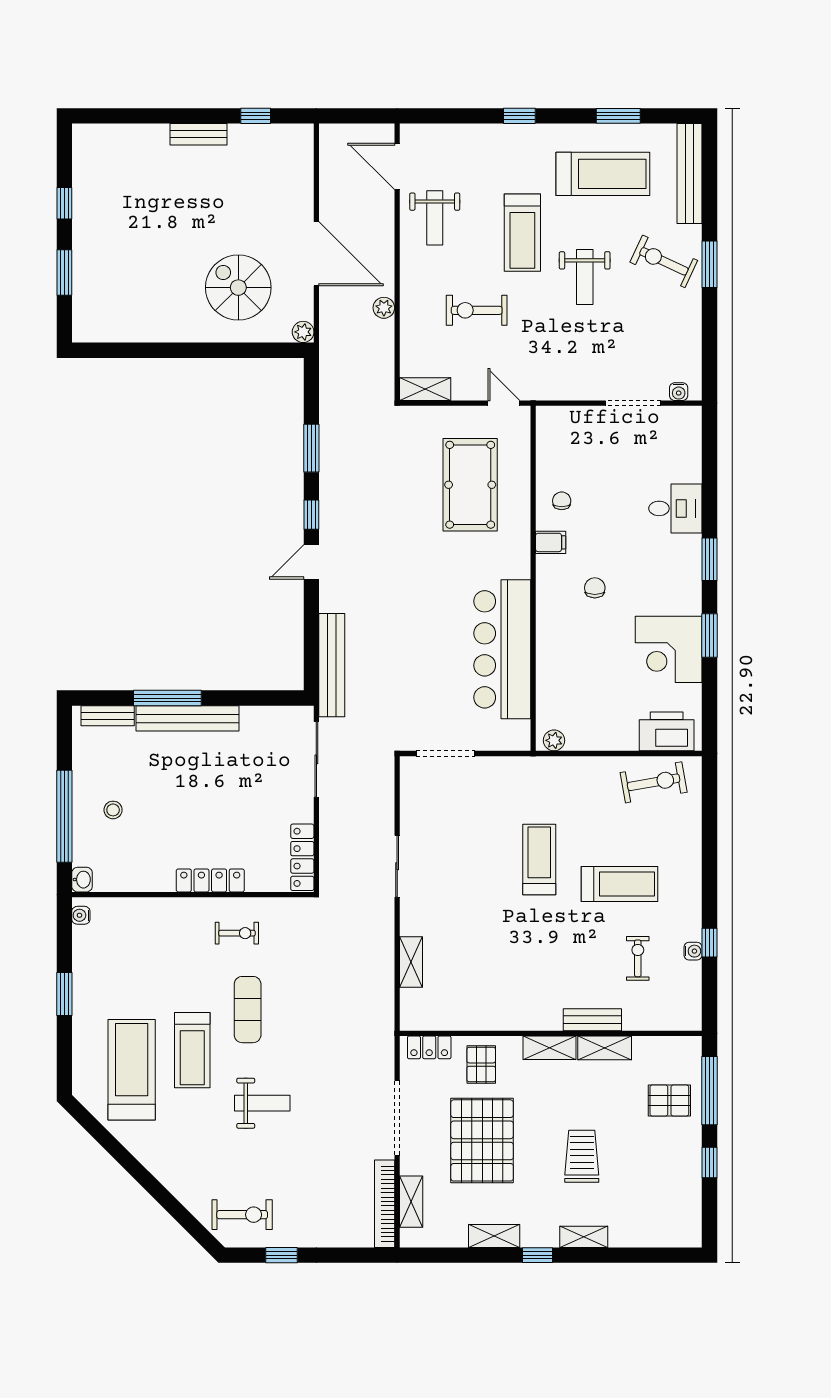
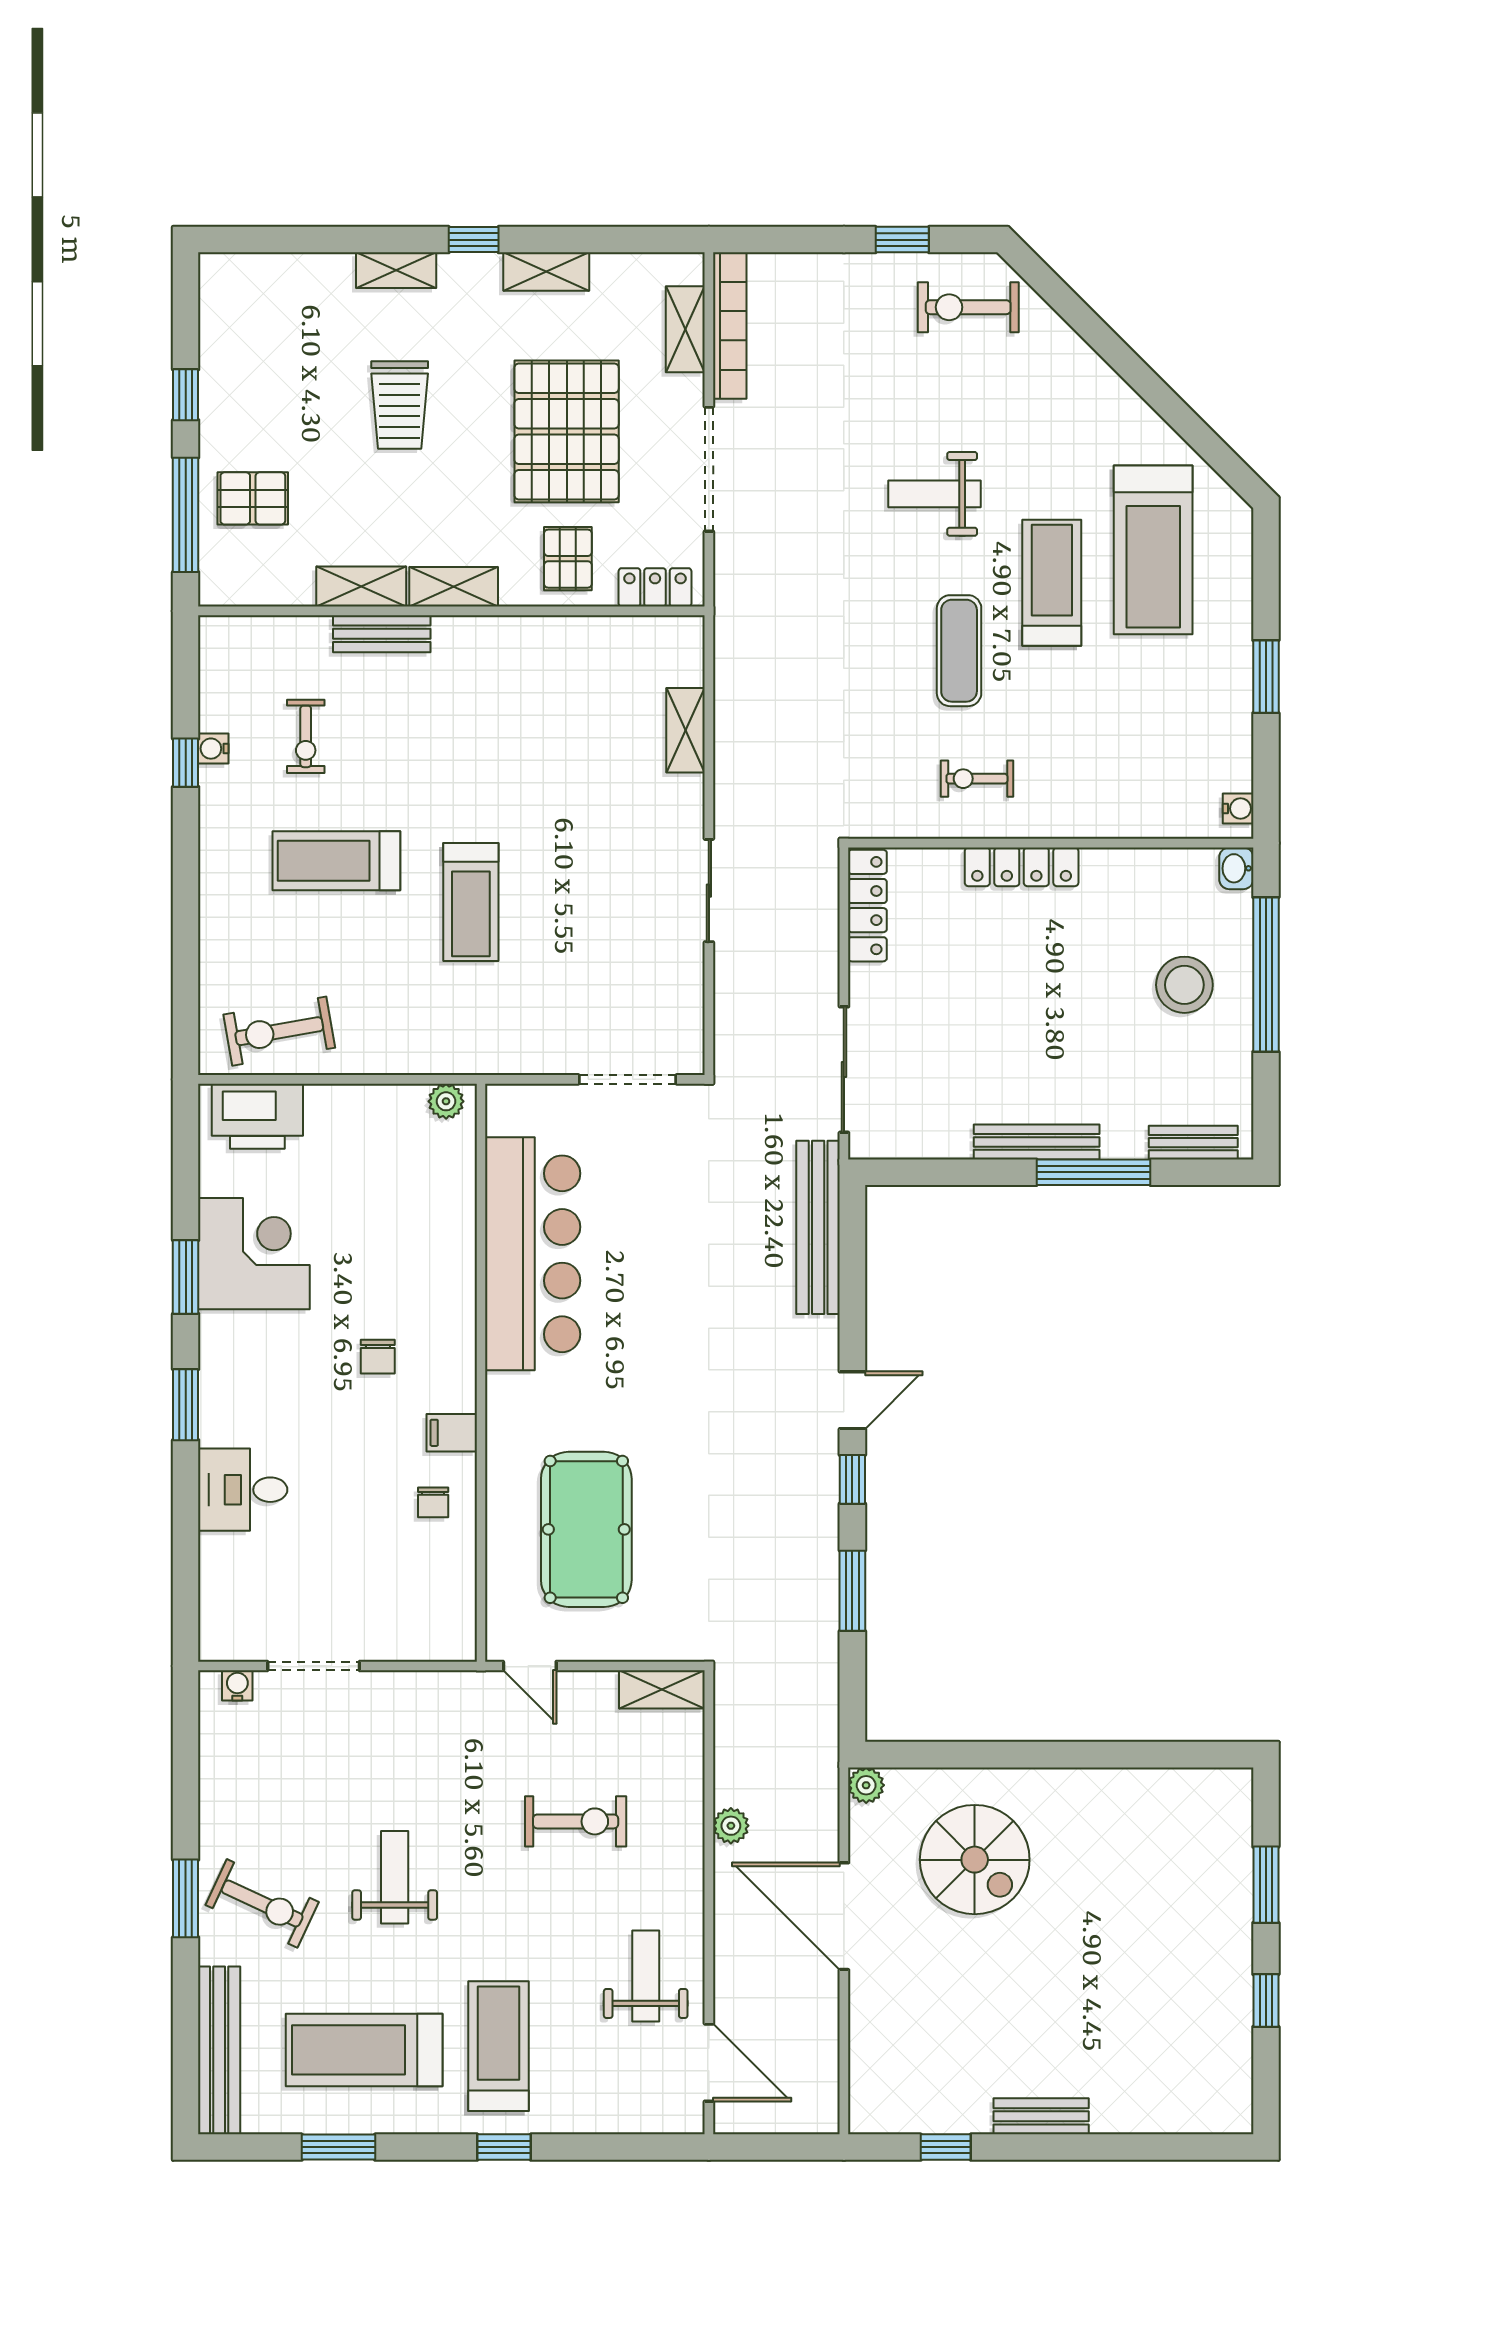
treadmill: (522, 233) -> (498, 2046), moved
bench: (188, 718) -> (1037, 1142), width x0.73, depth x0.82
stool: (113, 810) -> (1184, 985), width x1.89, depth x1.89

